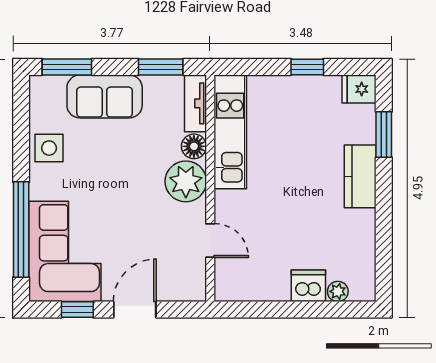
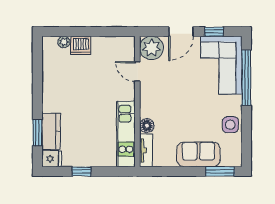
window: (161, 67) -> (166, 171), removed
kitchen counter: (360, 176) -> (51, 131), moved
plant: (186, 181) -> (152, 48), moved

